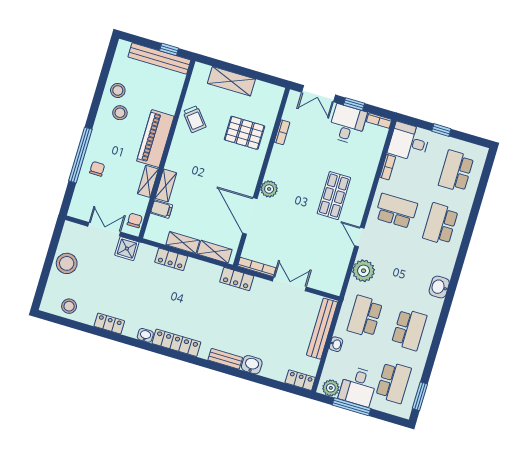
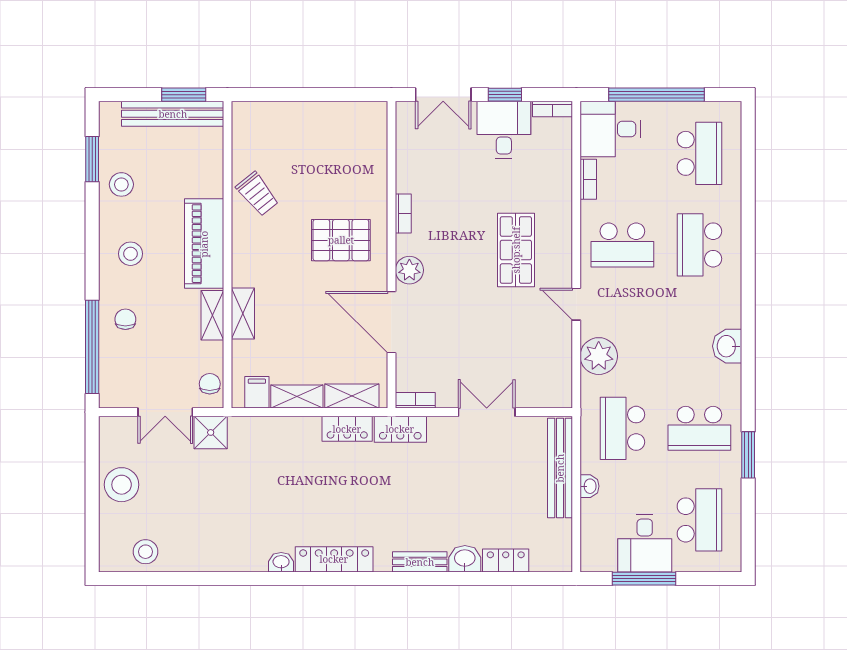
window: (169, 49) -> (184, 95), width x1.50
window: (105, 71) -> (92, 159), added
shelving: (231, 81) -> (298, 116), removed
stool: (120, 113) -> (131, 254), moved
window: (441, 130) -> (656, 95), width x3.17
bookcase: (282, 132) -> (403, 214), moved
pallet: (244, 133) -> (341, 240), moved
window: (80, 155) -> (92, 347), moved
school desk: (456, 171) -> (699, 153), turned 180
filing cabinet: (162, 209) -> (257, 392), moved, turned -90
school desk: (396, 211) -> (622, 245), turned 180
double door: (104, 229) -> (165, 412), swing flipped
locker: (171, 259) -> (347, 429), moved
bookcase: (257, 267) -> (415, 400), width x0.64
locker: (109, 324) -> (218, 560), removed
school desk: (409, 330) -> (699, 428), turned 90
locker: (300, 380) -> (506, 561), moved
plant: (331, 388) -> (602, 558), removed
window: (420, 396) -> (748, 455), moved

